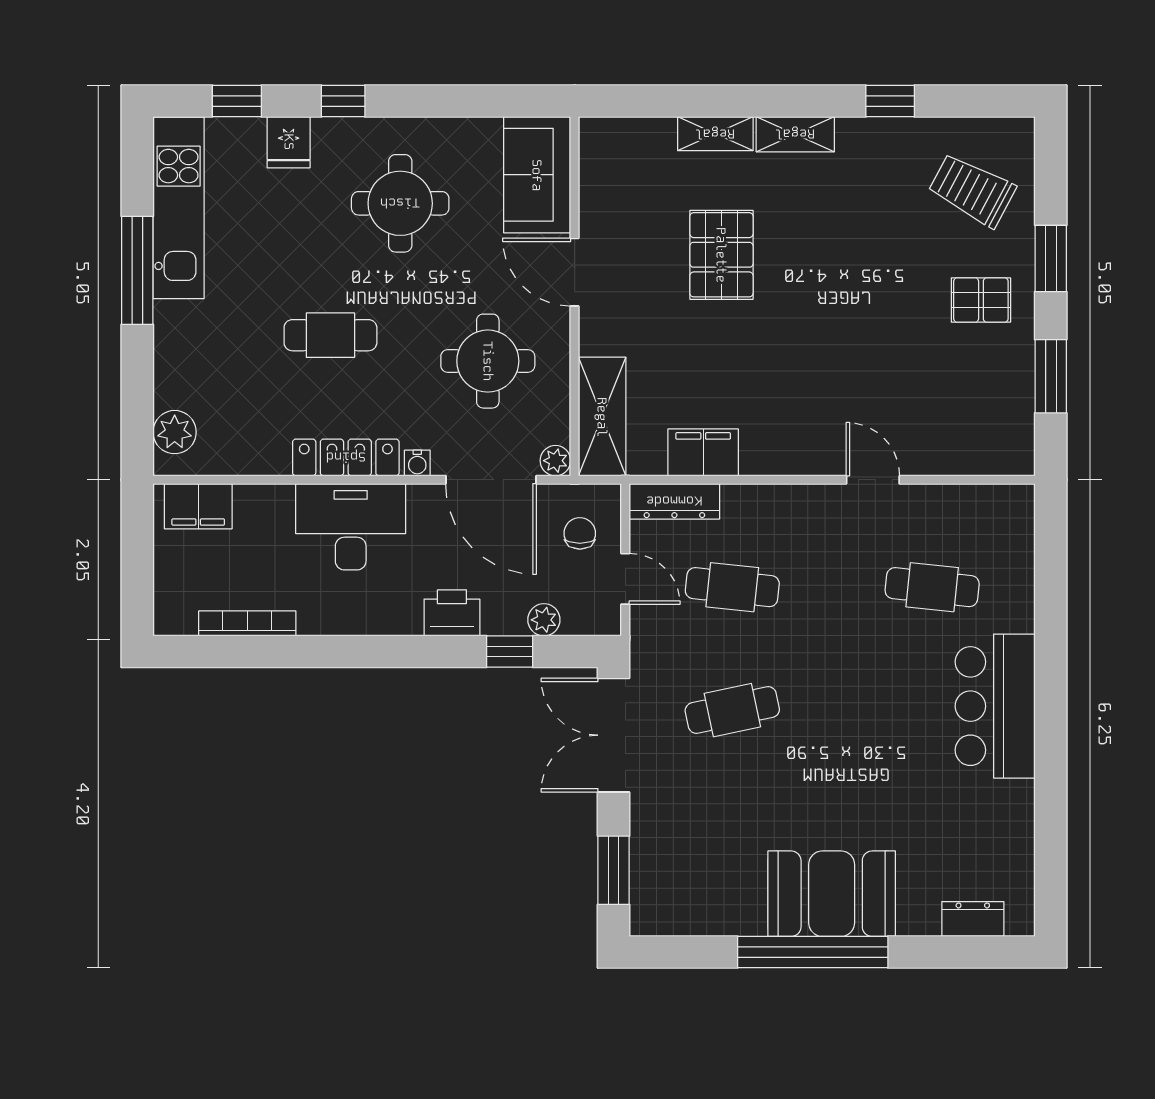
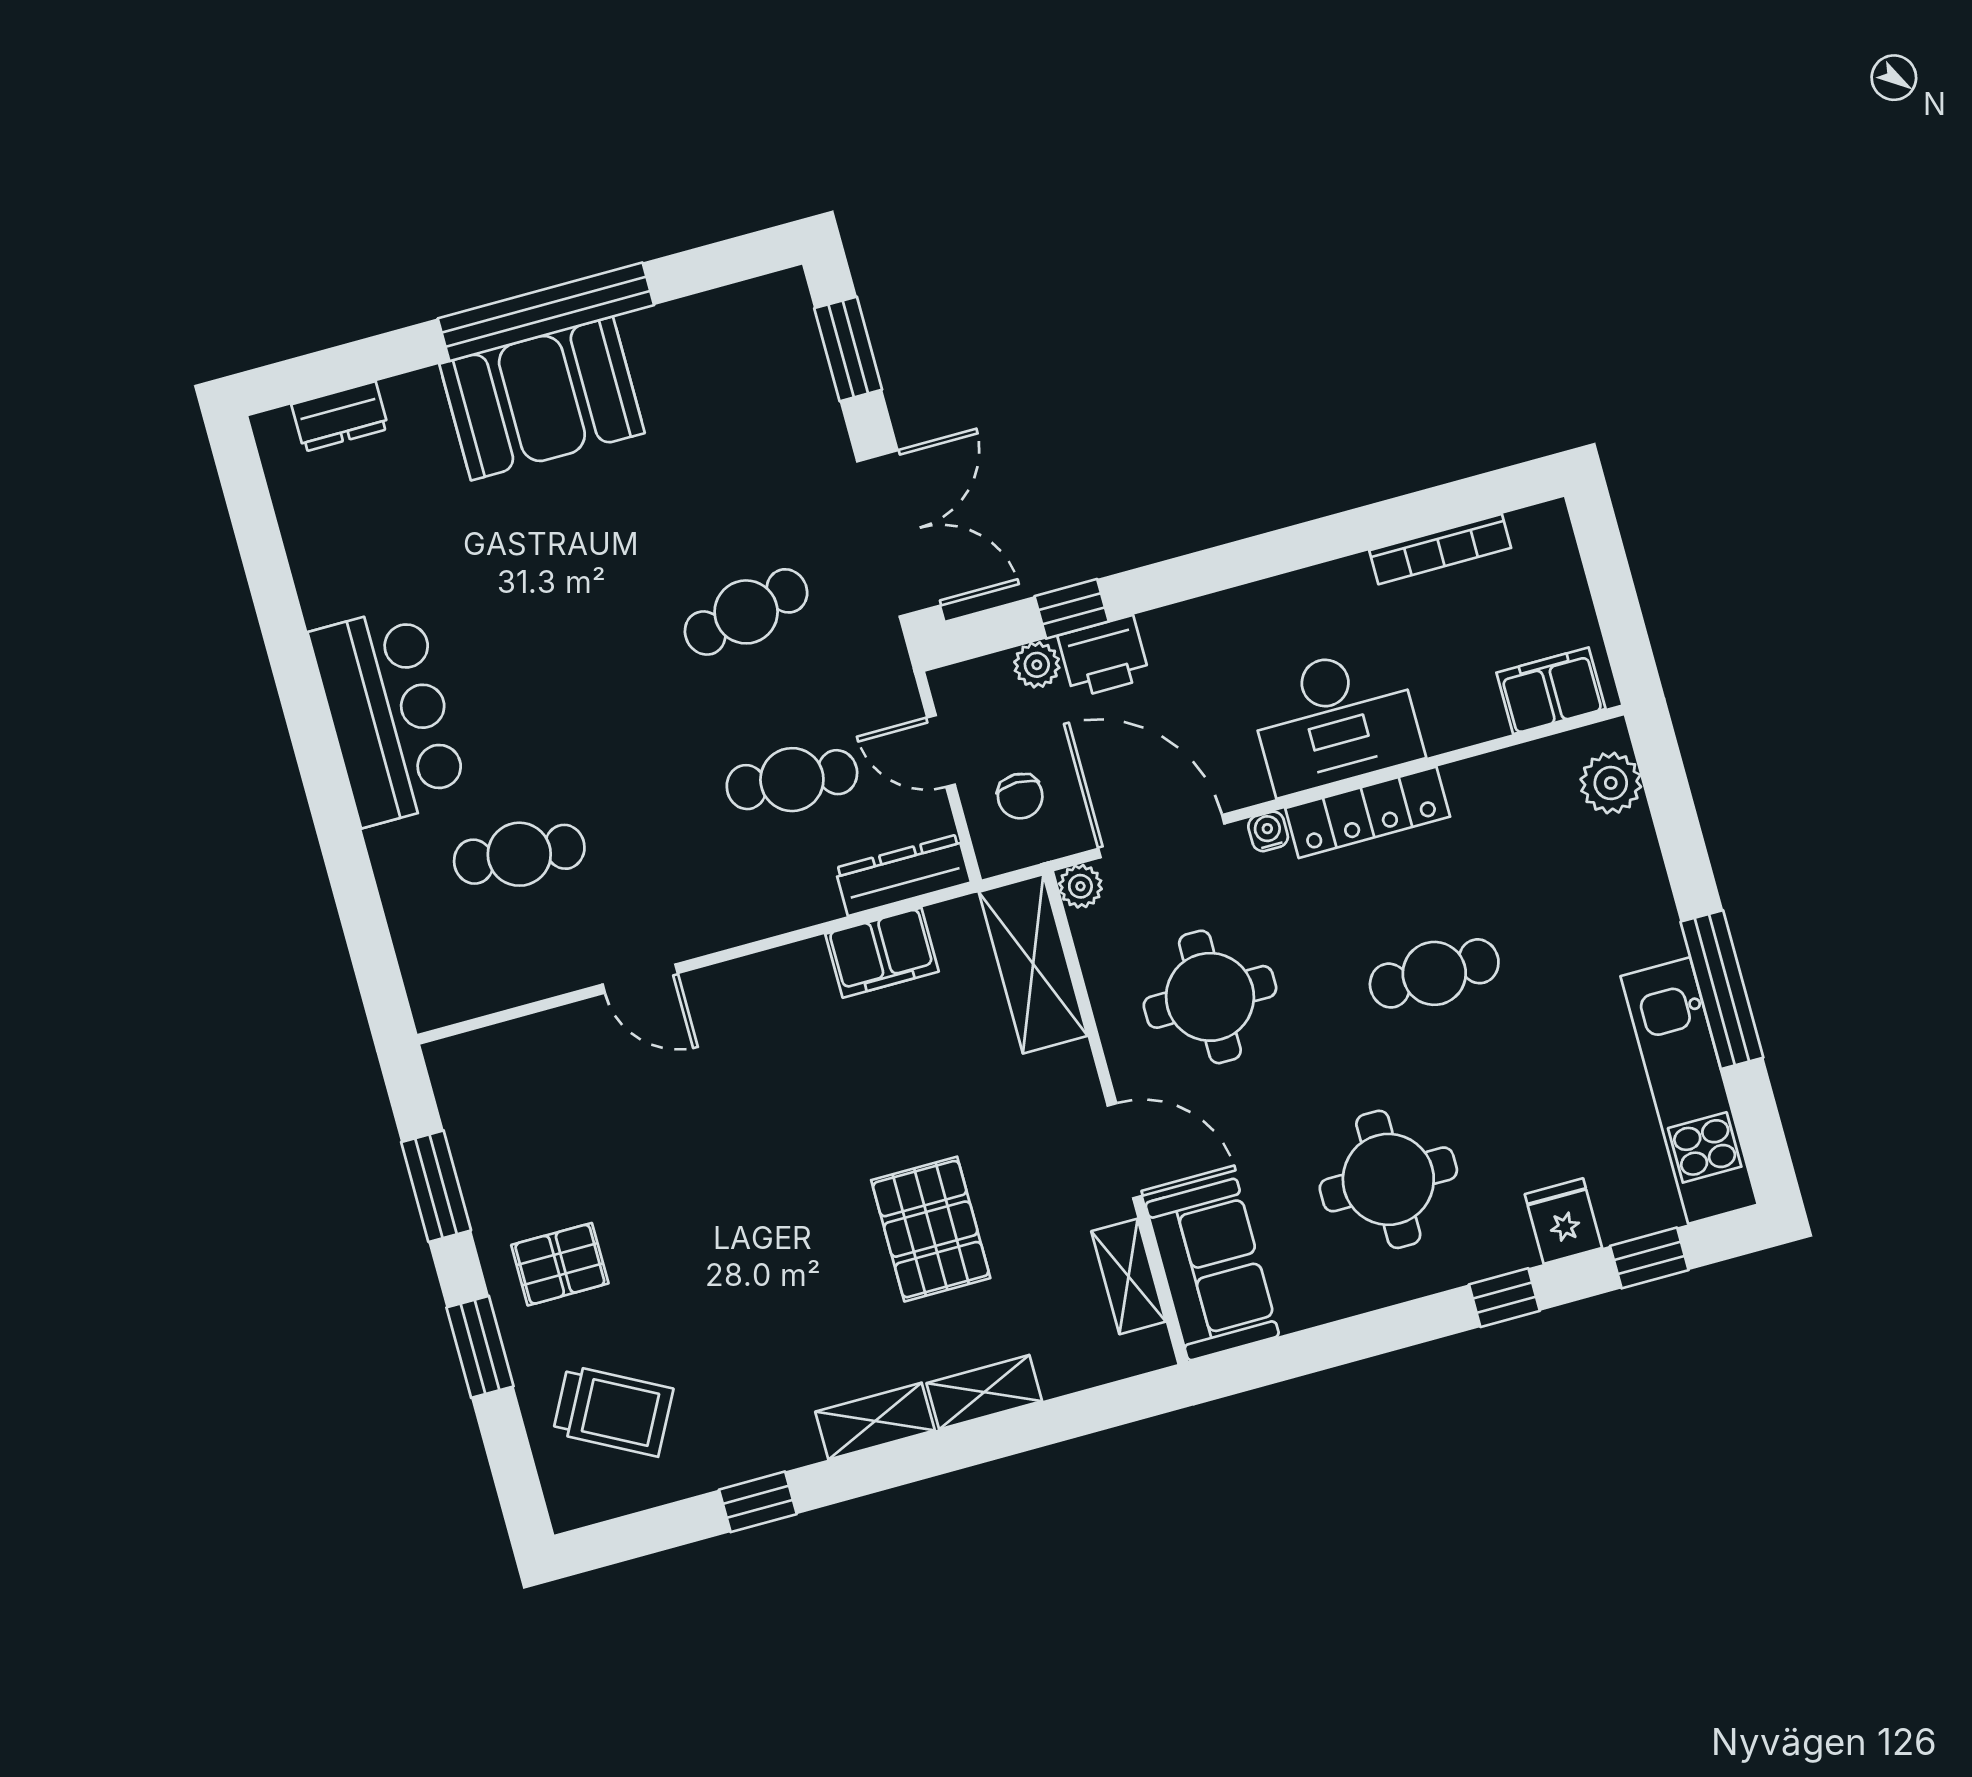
shelving: (595, 186) -> (1129, 1276), added
printer: (452, 613) -> (1104, 657), moved

